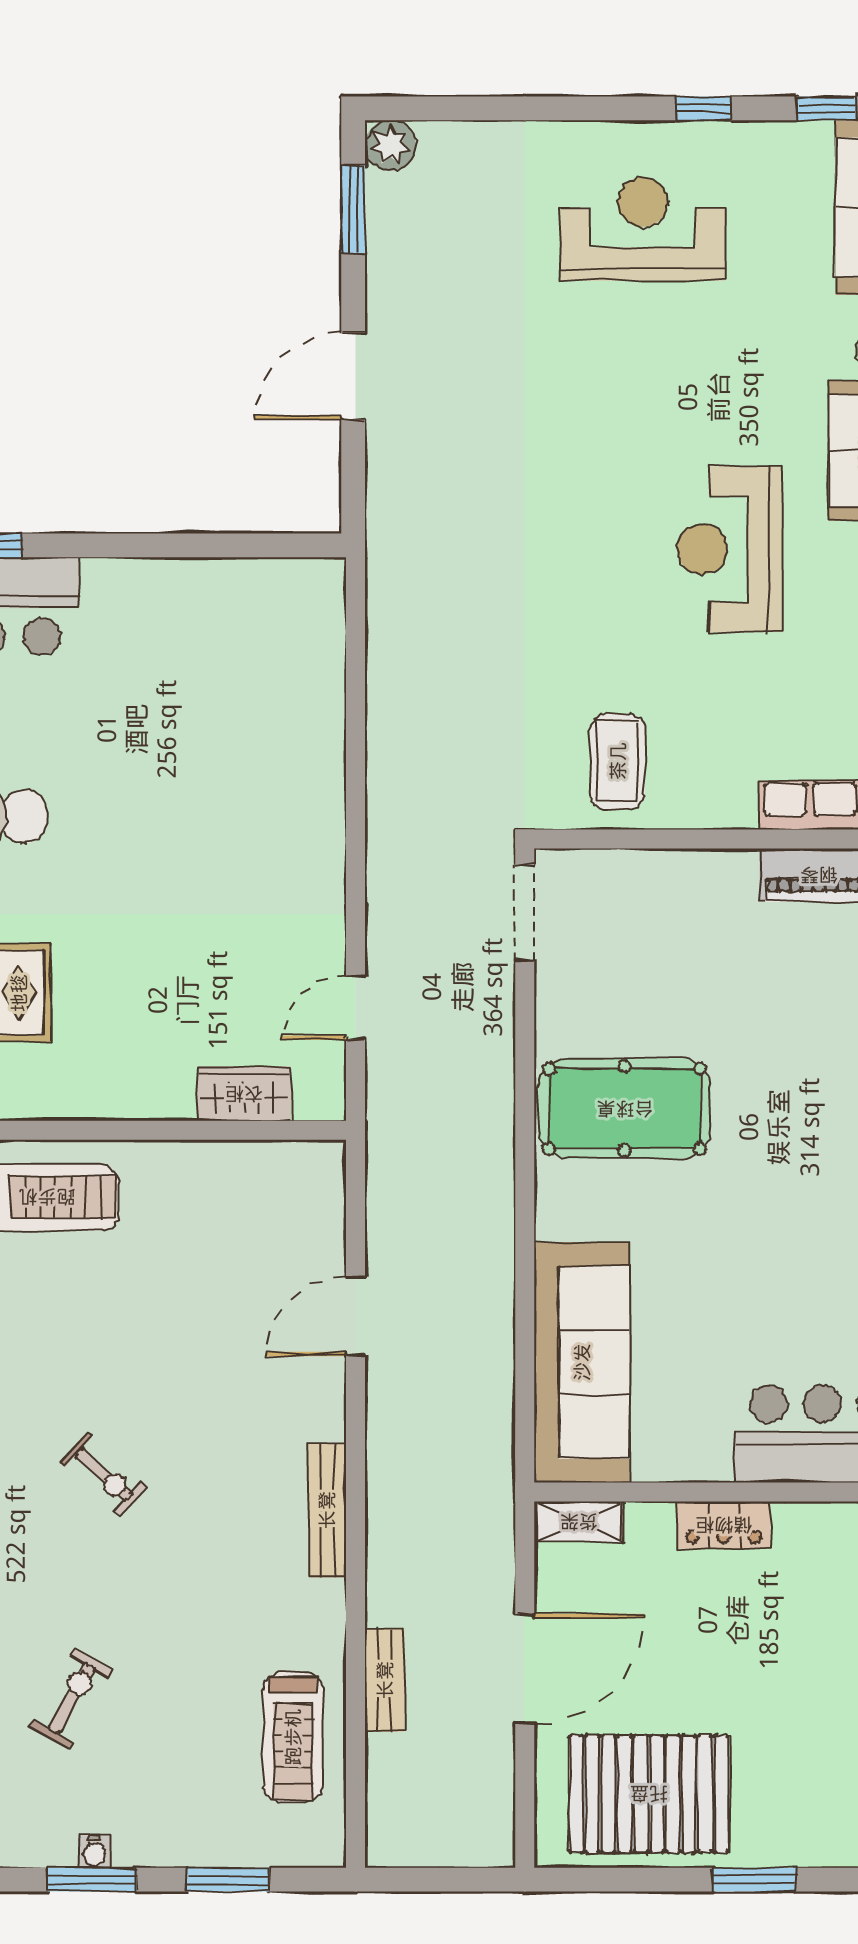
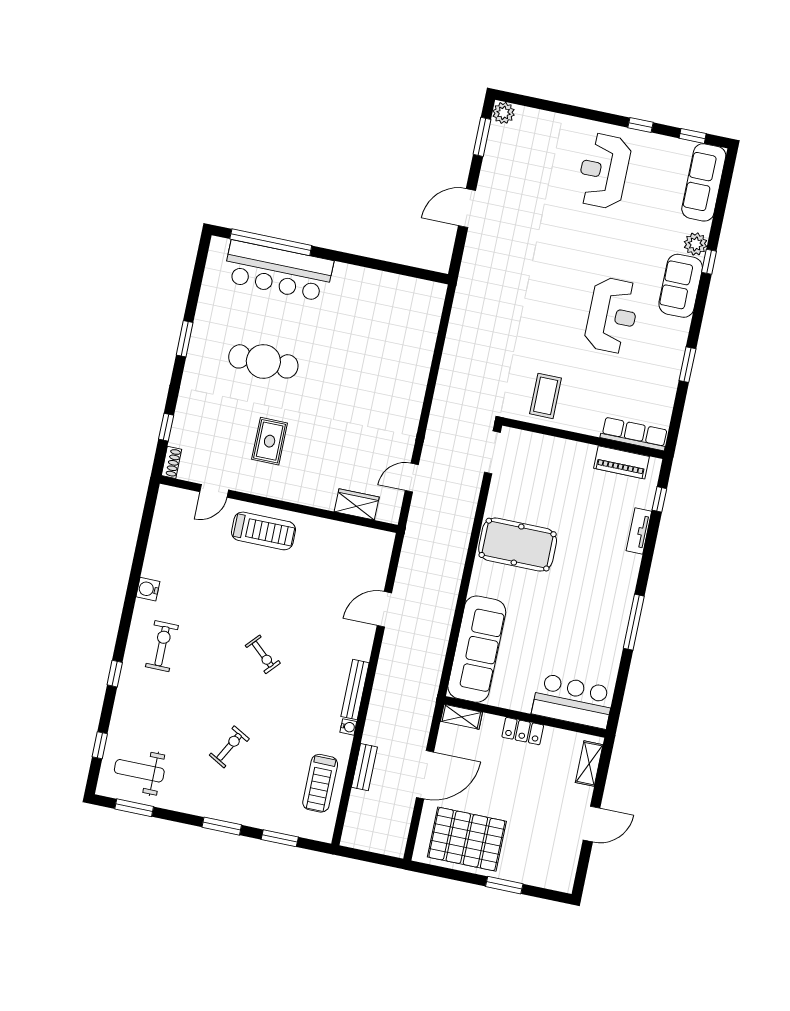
reception desk: (643, 229) -> (604, 171), turned -90
reception desk: (730, 549) -> (612, 315), turned 180
water cooler: (94, 1852) -> (348, 727), moved, turned -90

